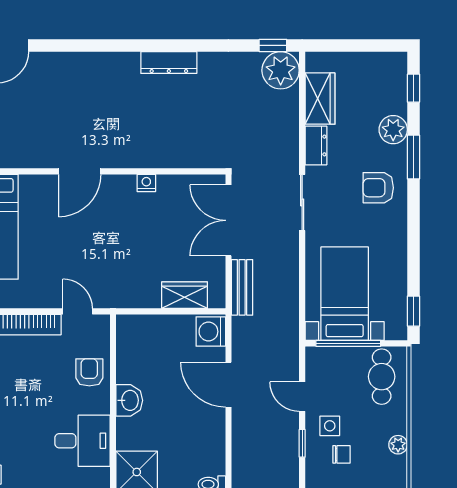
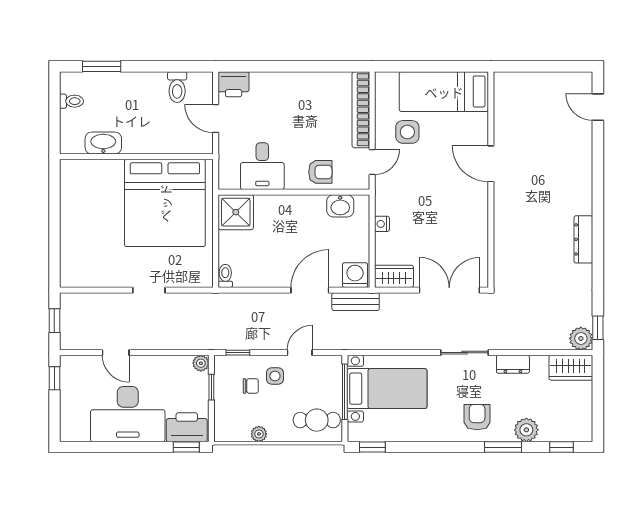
plant: (281, 70) -> (581, 338), width x0.73, depth x0.73
wardrobe: (320, 99) -> (571, 368), moved
nightstand: (146, 183) -> (382, 224), moved, turned 180
side table: (42, 270) -> (407, 132), added
bench: (242, 287) -> (356, 302), moved
wardrobe: (185, 295) -> (394, 276), moved, turned -90
washbasin: (129, 400) -> (340, 206), moved
window: (302, 443) -> (238, 353), moved
chair: (341, 454) -> (251, 386), turned -90

